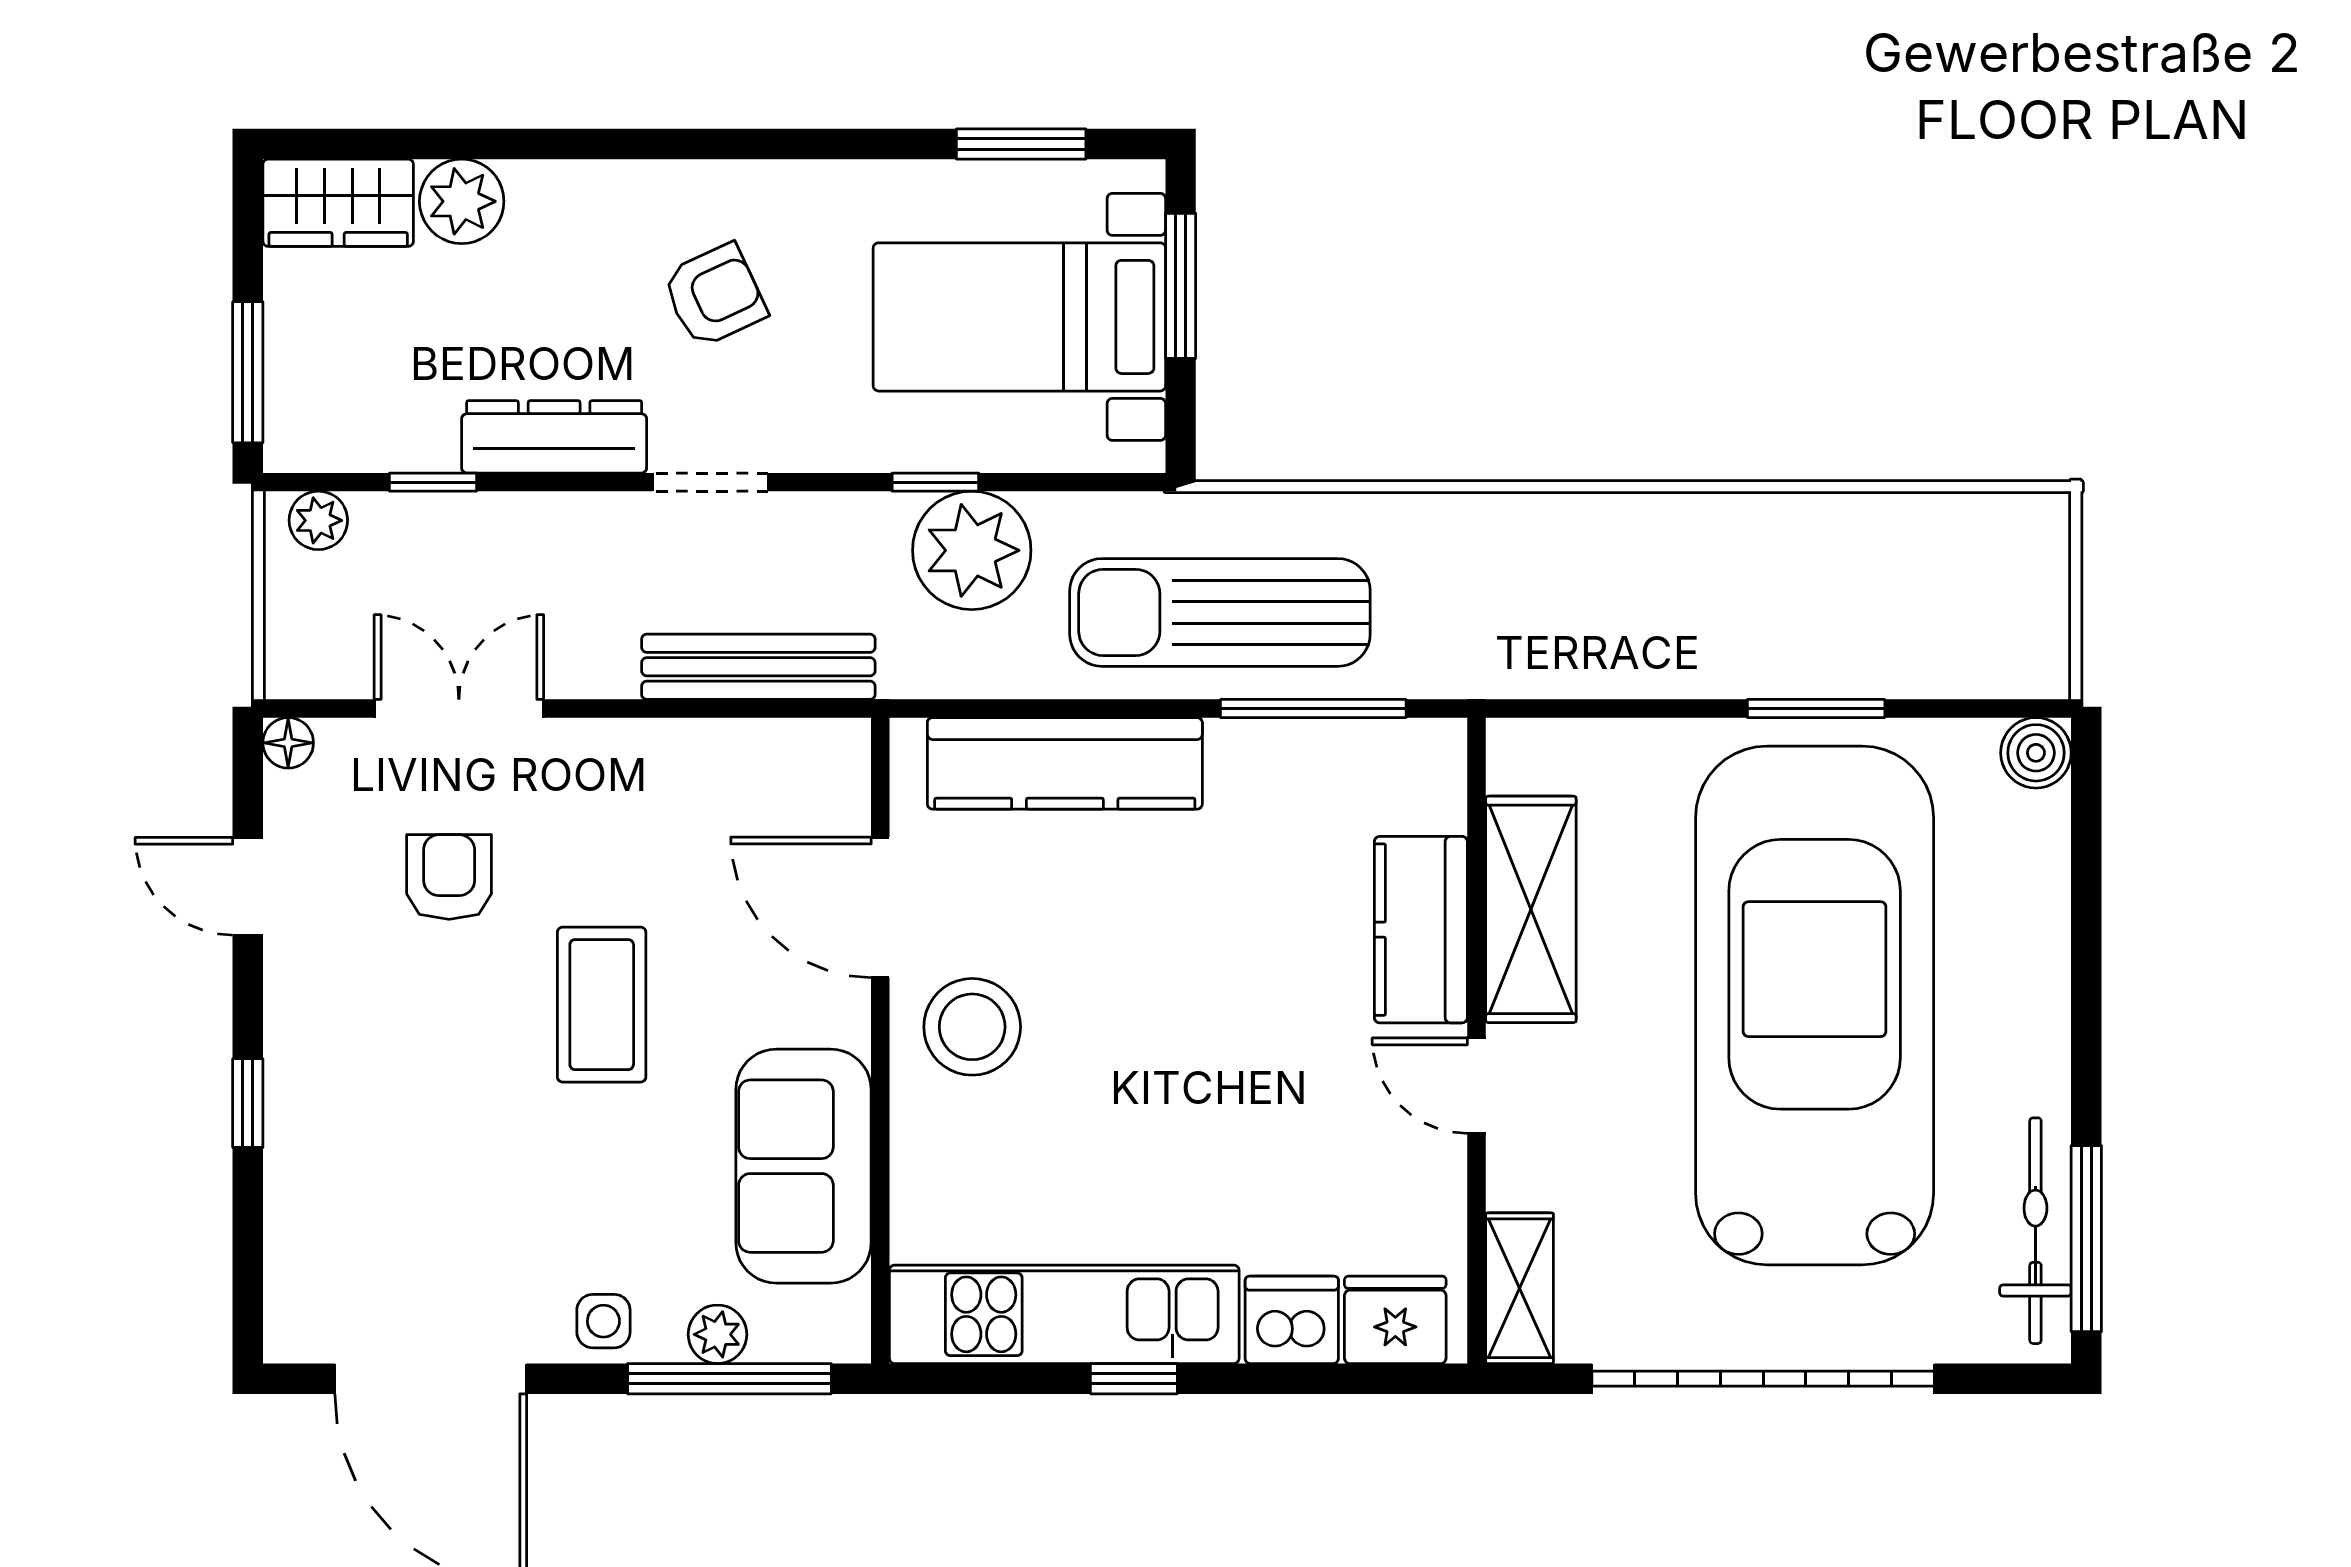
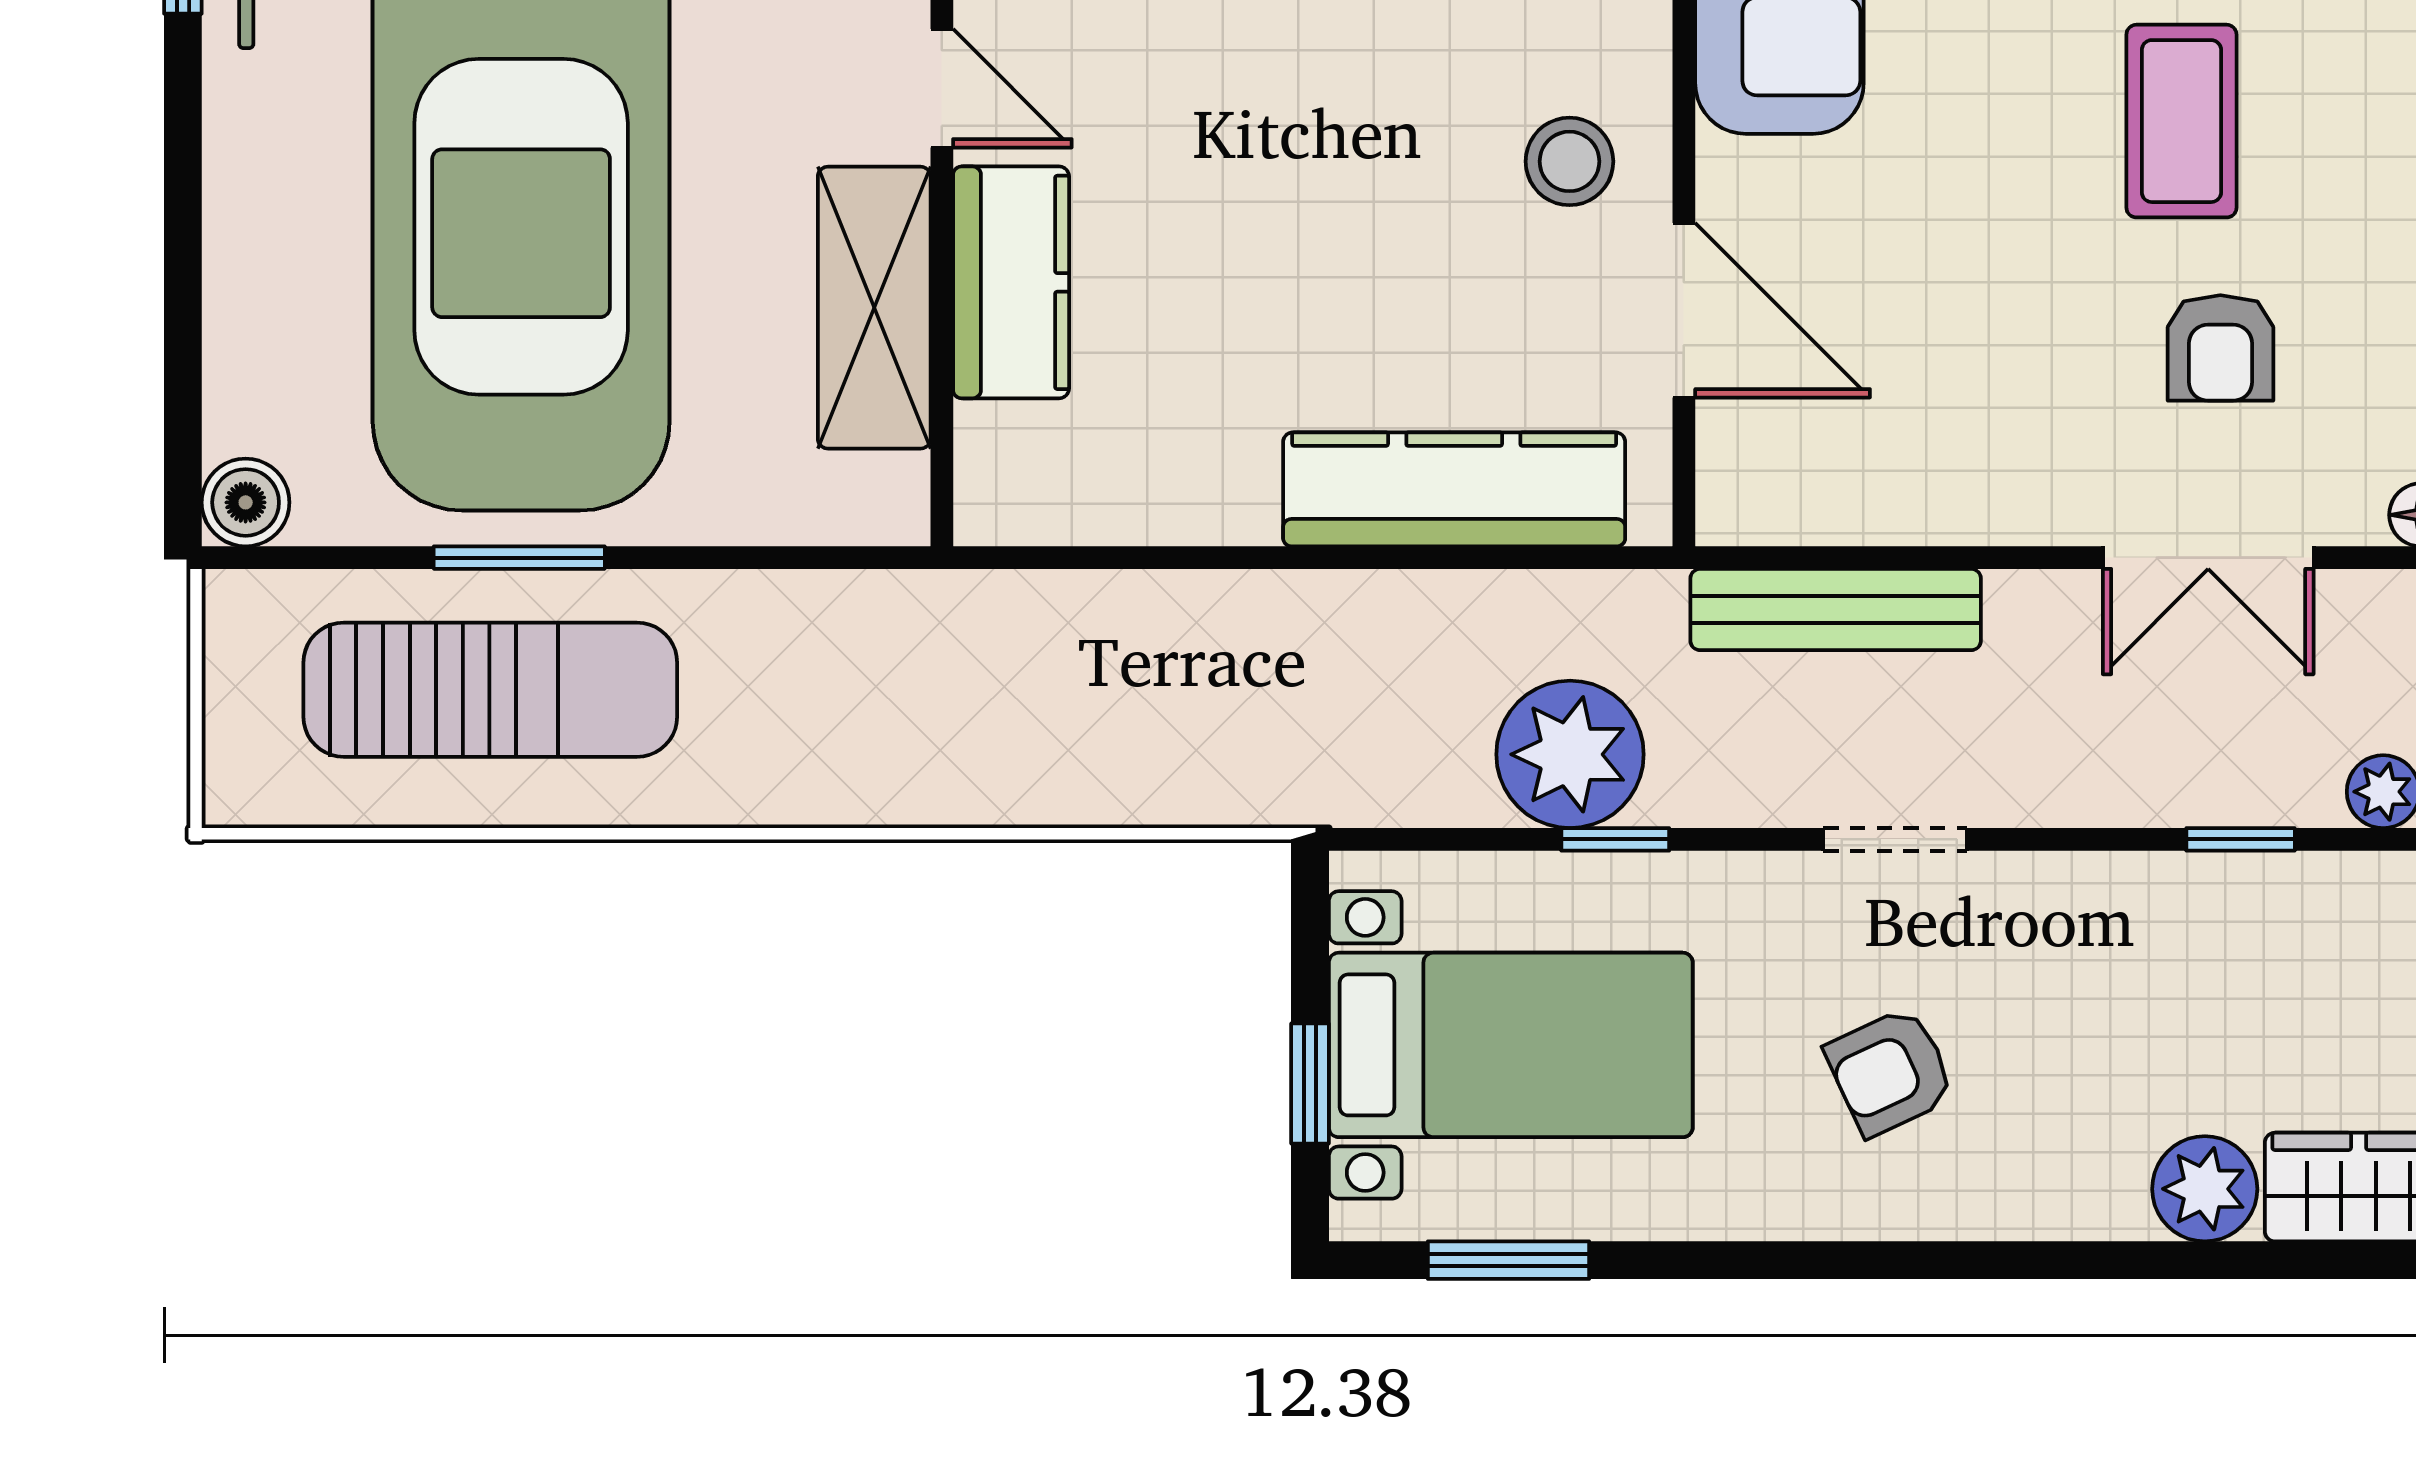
window: (1181, 286) -> (1310, 1084), width x0.67
dresser: (554, 437) -> (2090, 896), removed
sun lounger: (1220, 612) -> (490, 690), moved
window: (1313, 709) -> (1145, 558), removed
coffee table: (602, 1005) -> (2181, 121), moved
stool: (972, 1027) -> (1569, 161), width x0.73, depth x0.73

